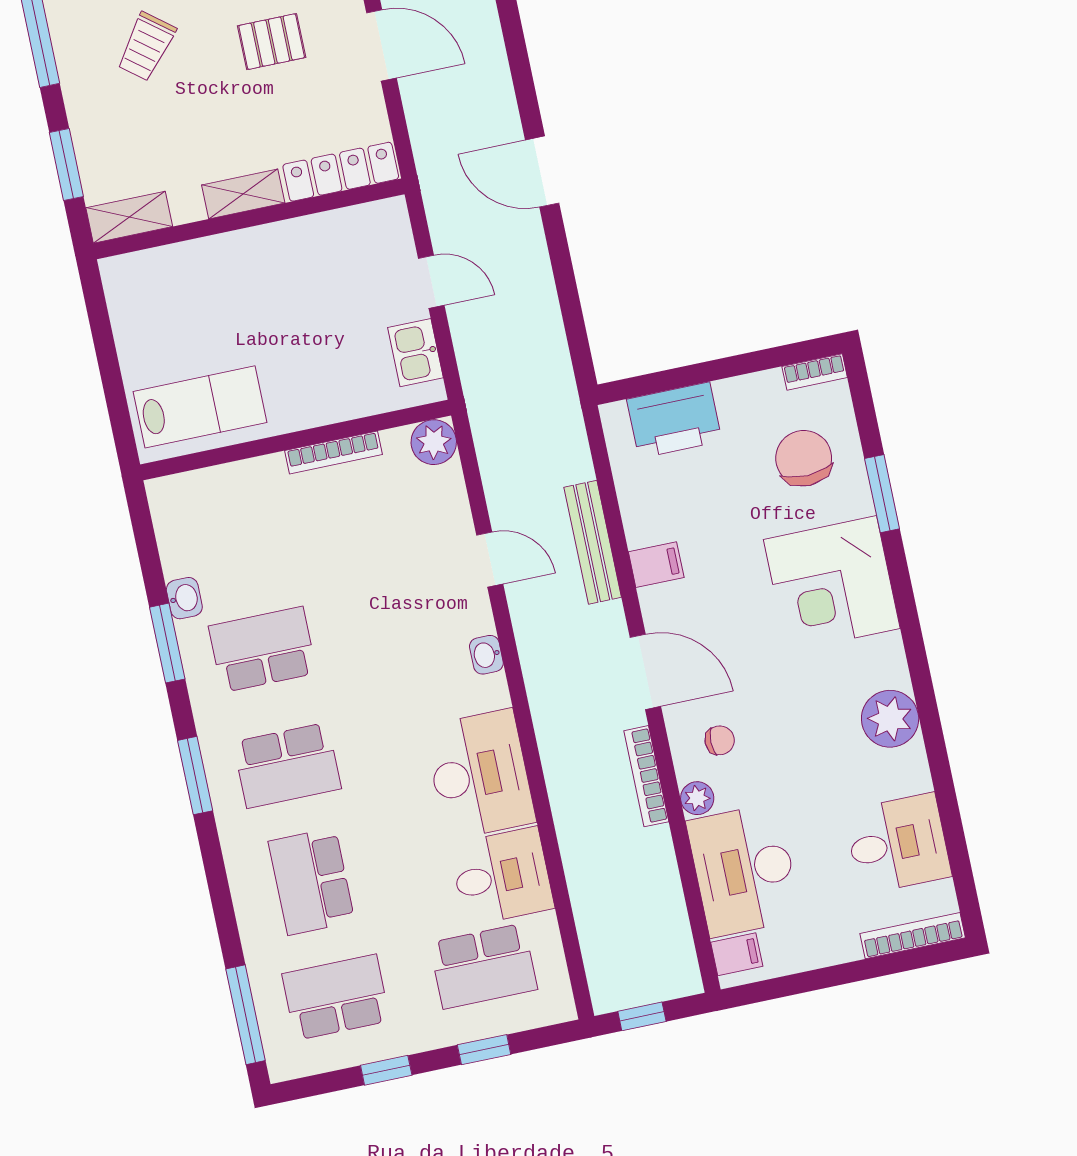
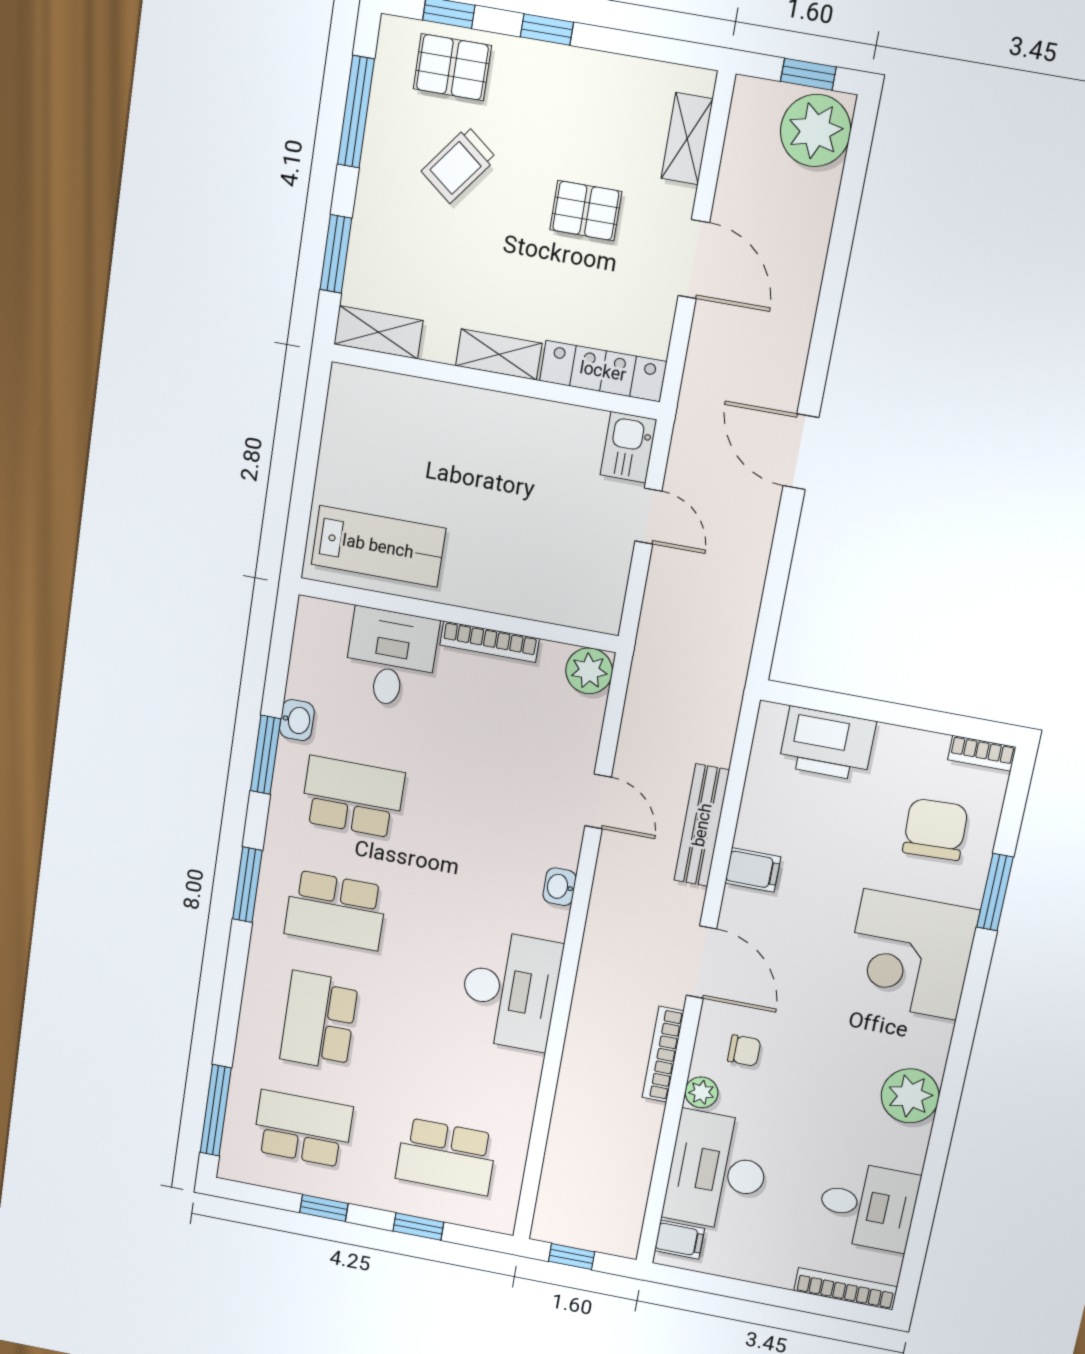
kitchen sink: (415, 353) -> (628, 447), moved
desk: (502, 876) -> (391, 658), moved, turned -90

